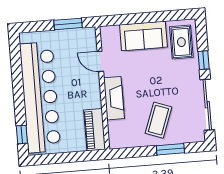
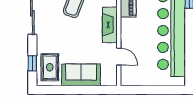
window: (68, 24) -> (143, 90), removed
window: (204, 60) -> (32, 63), moved

